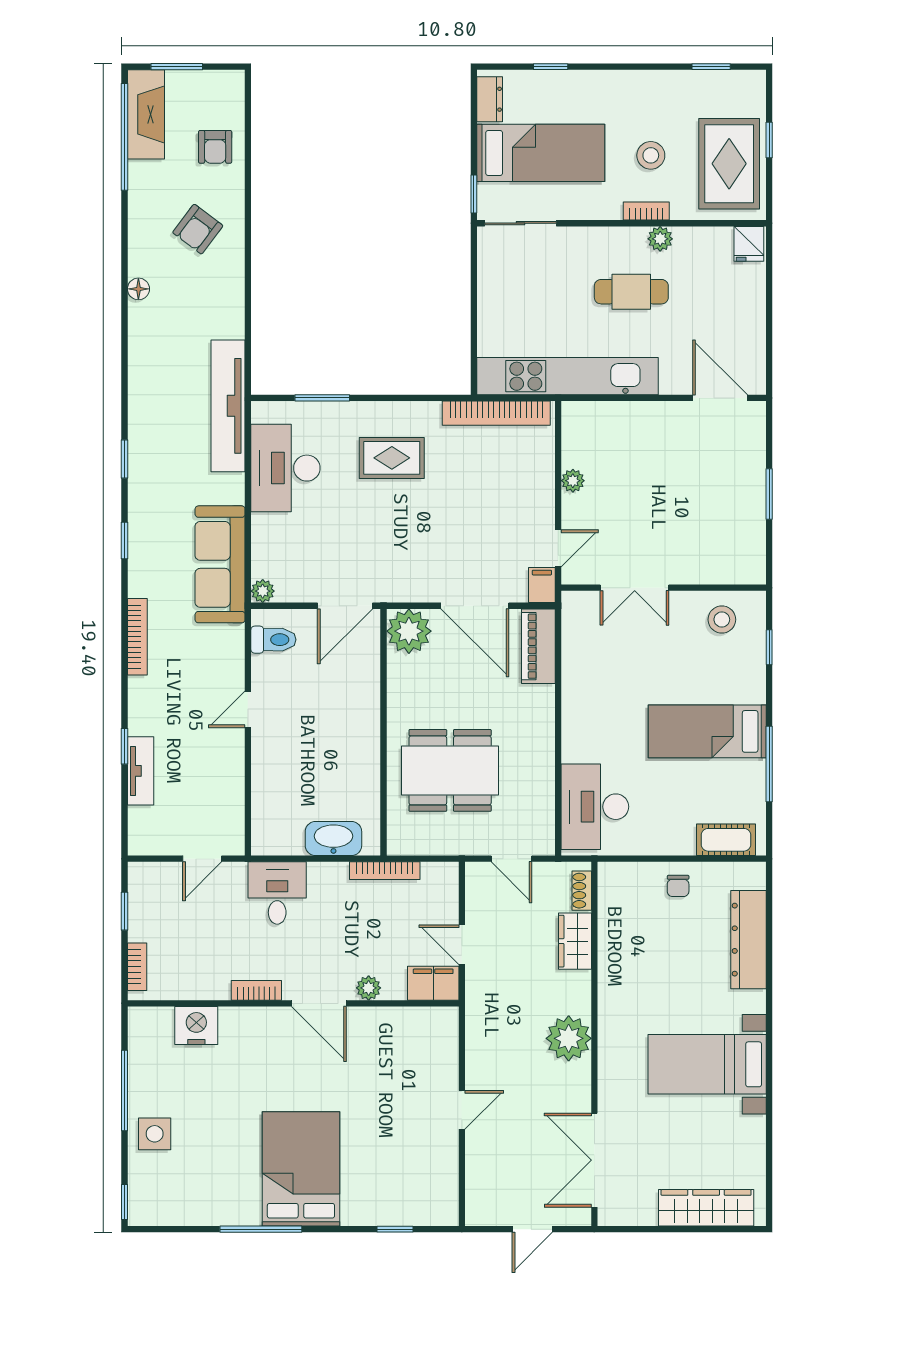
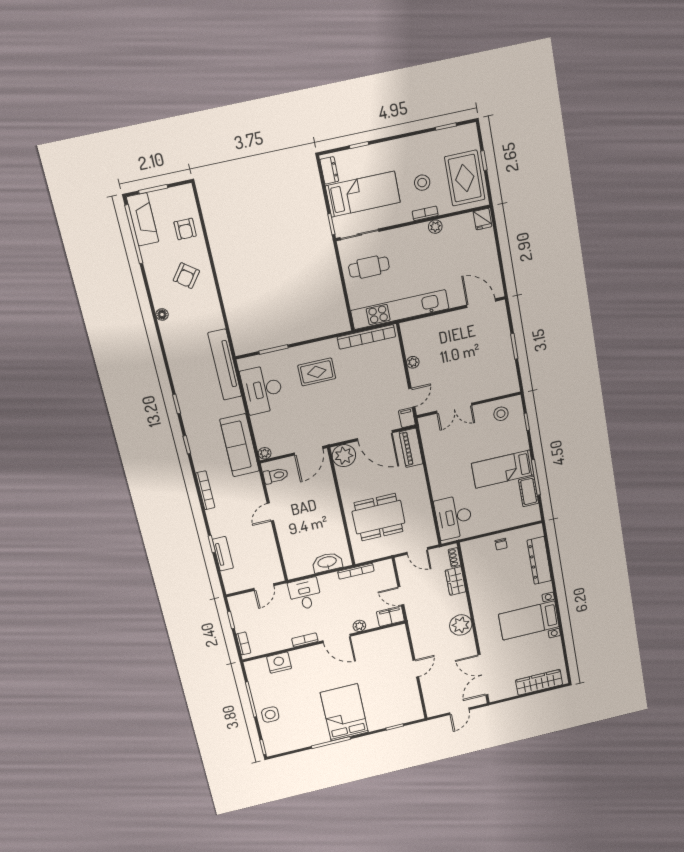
cafe table: (631, 292) -> (369, 267), moved
cot: (726, 840) -> (529, 491), moved, turned 90

